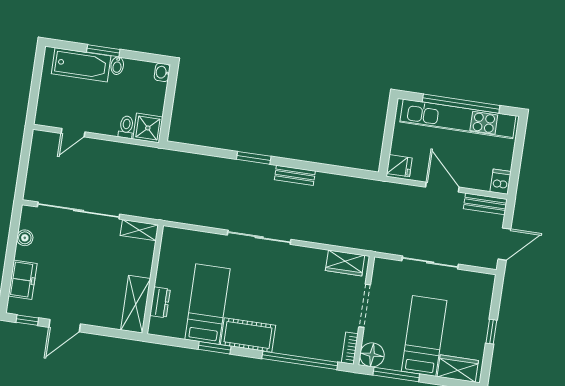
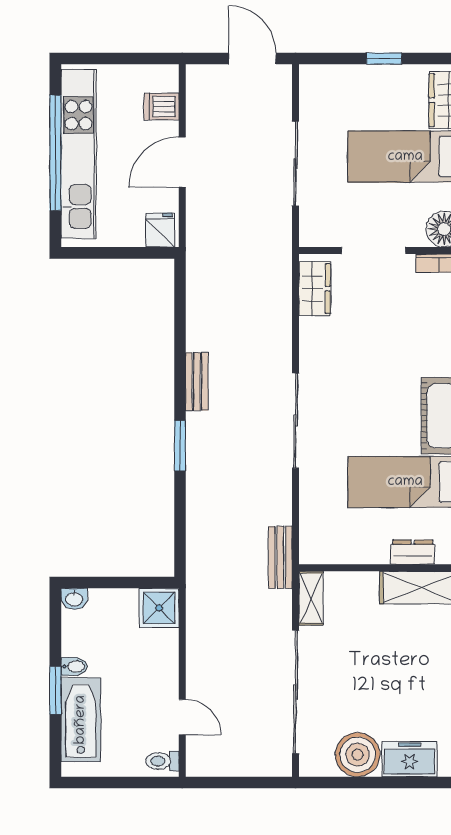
toilet: (126, 127) -> (162, 761), moved
dishwasher: (501, 182) -> (162, 106), moved
bench: (485, 204) -> (280, 557), moved
boiler: (25, 238) -> (358, 755), width x1.86, depth x1.86

